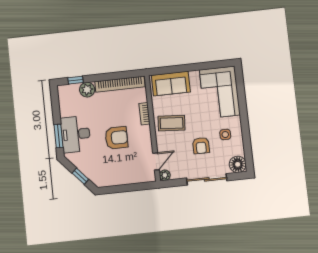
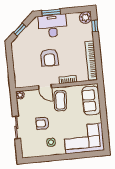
plant: (87, 90) -> (86, 18), moved
door: (156, 161) -> (45, 87), moved
floor lamp: (238, 164) -> (28, 151), removed
sliding door: (207, 179) -> (16, 127), width x0.73

